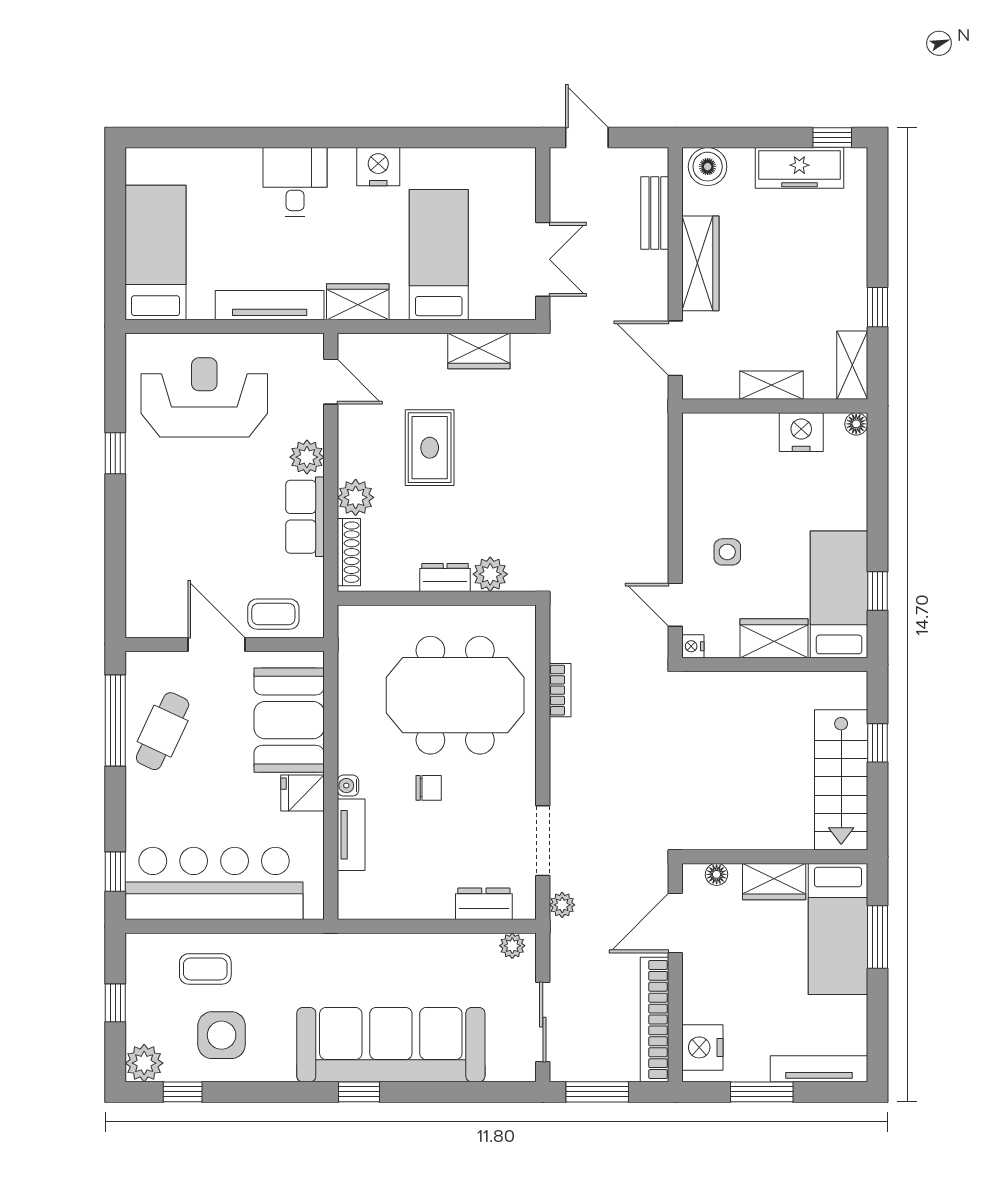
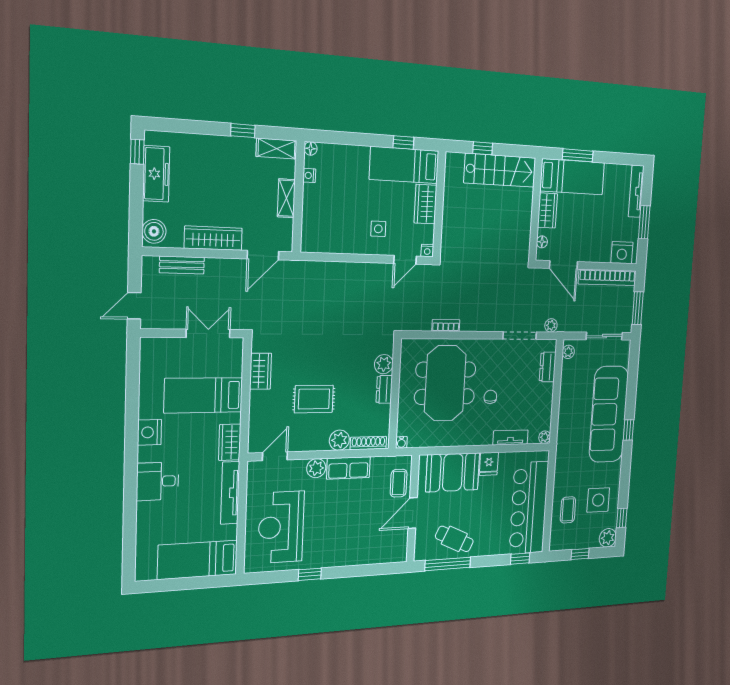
nightstand: (801, 432) -> (309, 175), width x0.53, depth x0.56
water cooler: (348, 786) -> (401, 442), moved
plant: (350, 907) -> (545, 437), added

